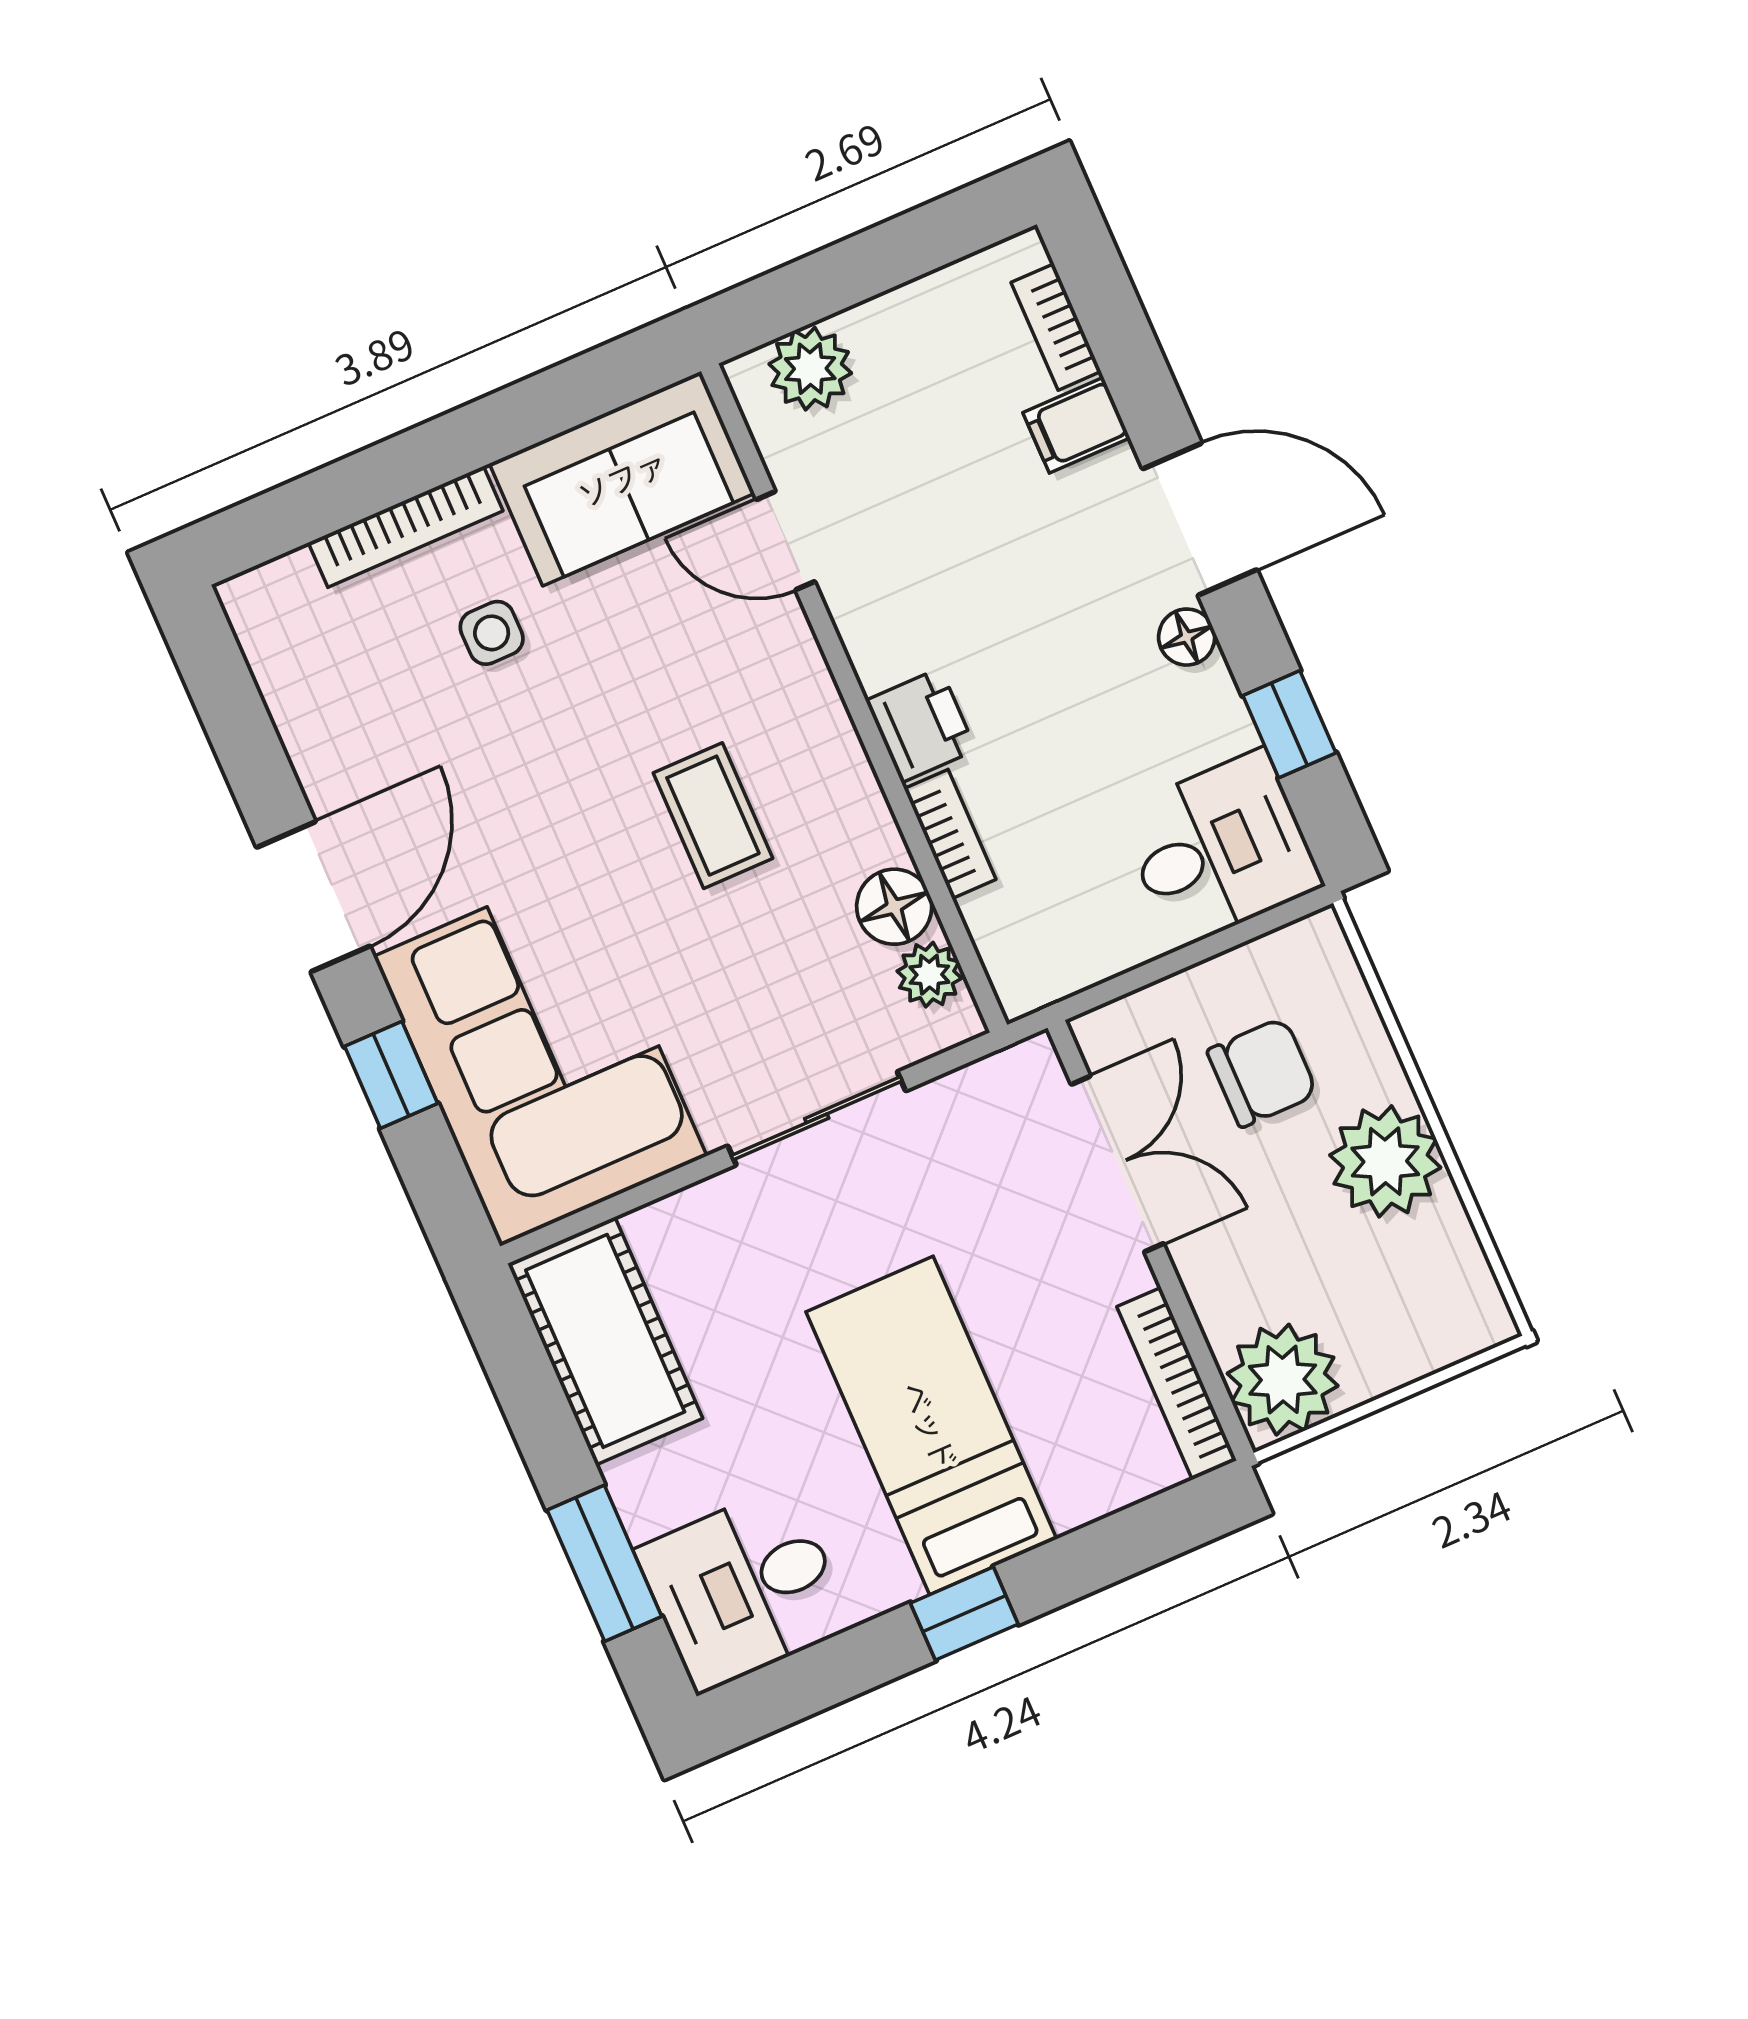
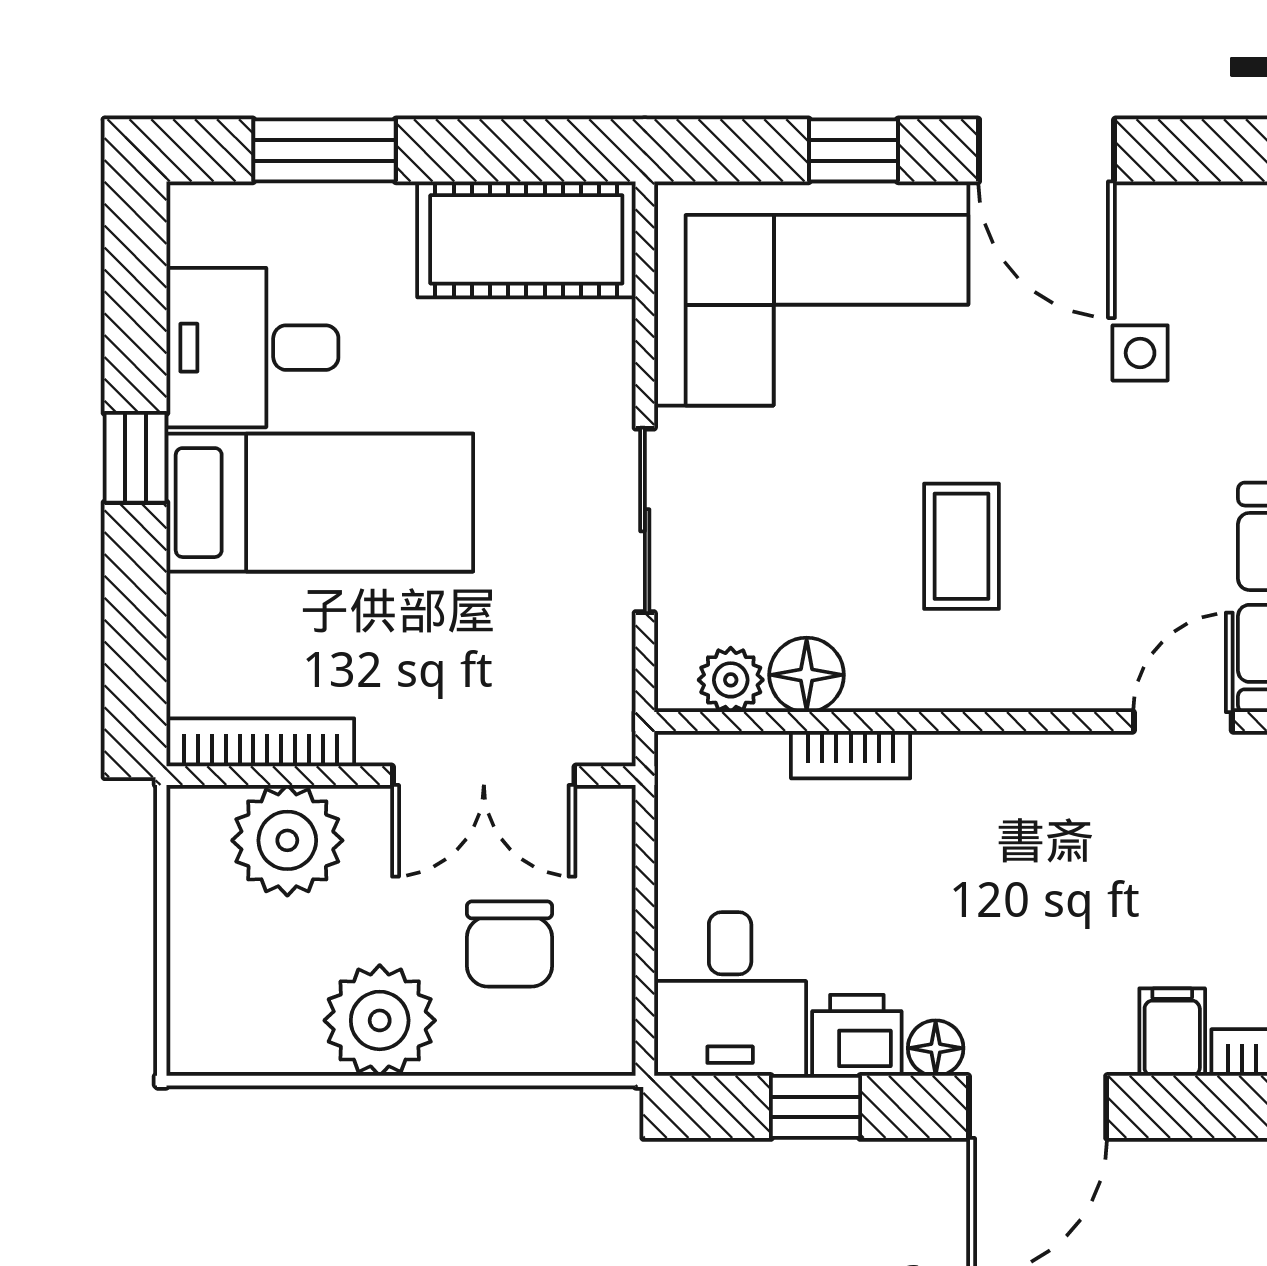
side table: (492, 633) -> (1140, 353), moved
printer: (921, 725) -> (857, 1035), moved, turned 180
coffee table: (713, 816) -> (961, 546), turned 90
plant: (1283, 1380) -> (287, 840), moved
desk: (744, 1588) -> (252, 348), moved, turned -90

